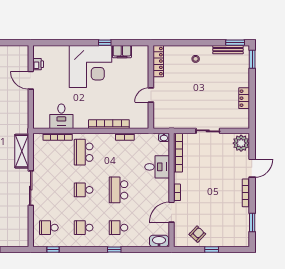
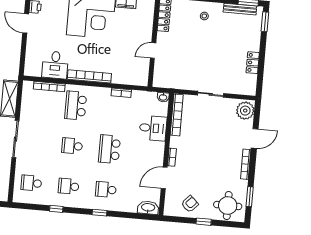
bookcase: (109, 124) -> (89, 76), moved
round table: (233, 233) -> (228, 206), added
window: (53, 249) -> (56, 209), moved

